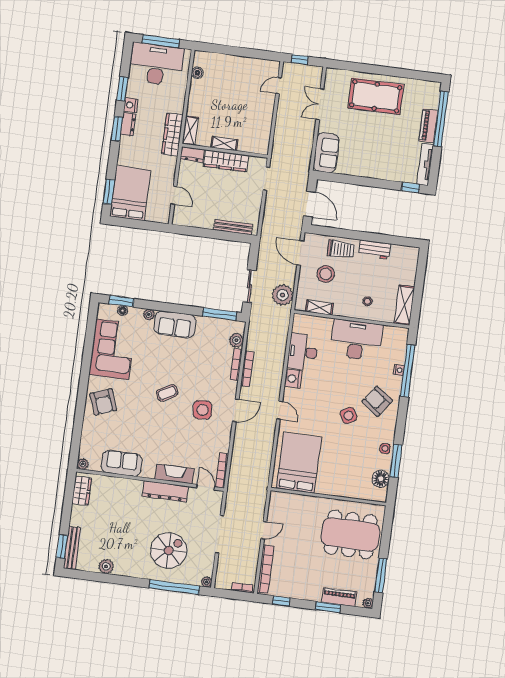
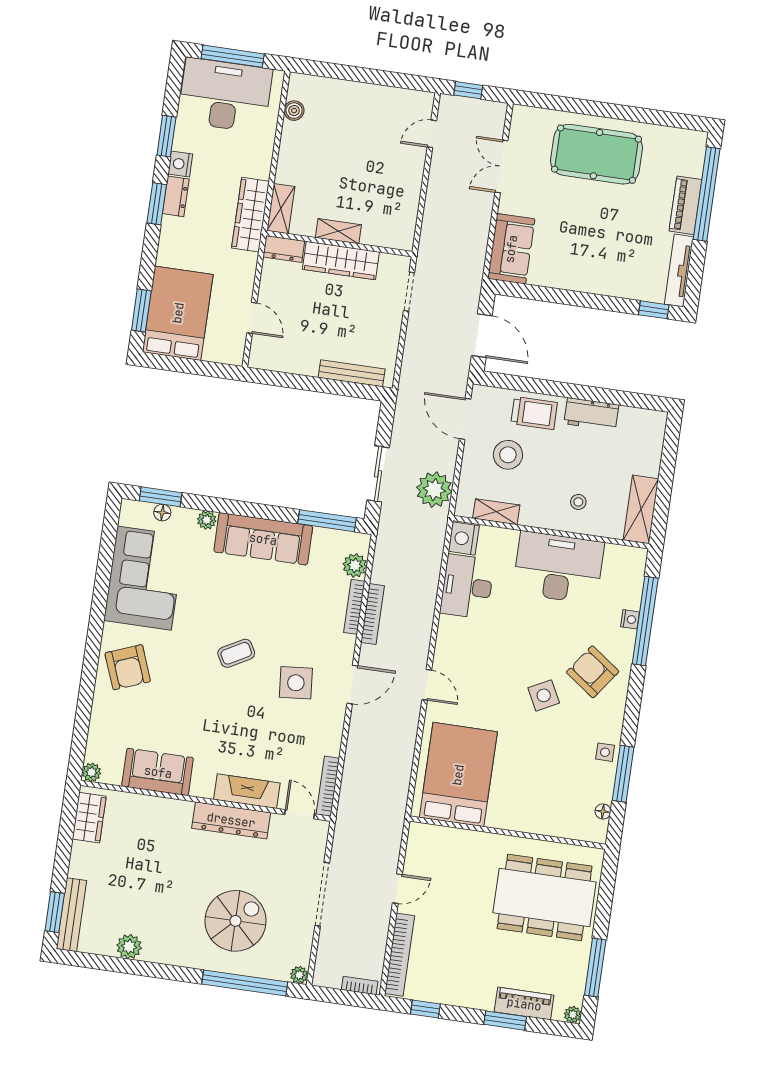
sofa: (175, 324) -> (263, 539), width x1.36
nightstand: (293, 379) -> (464, 539), moved
floor lamp: (381, 479) -> (603, 811), width x0.53, depth x0.53

